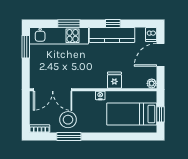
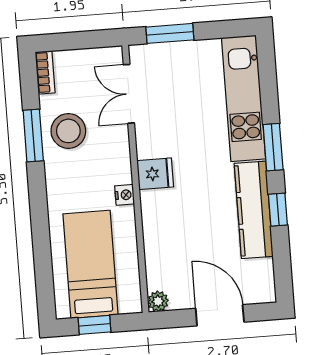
window: (69, 24) -> (273, 147), moved
dishwasher: (151, 35) -> (261, 292), removed
window: (26, 47) -> (170, 33), moved
fridge: (114, 80) -> (155, 174), moved
double door: (53, 90) -> (129, 94), width x0.73

